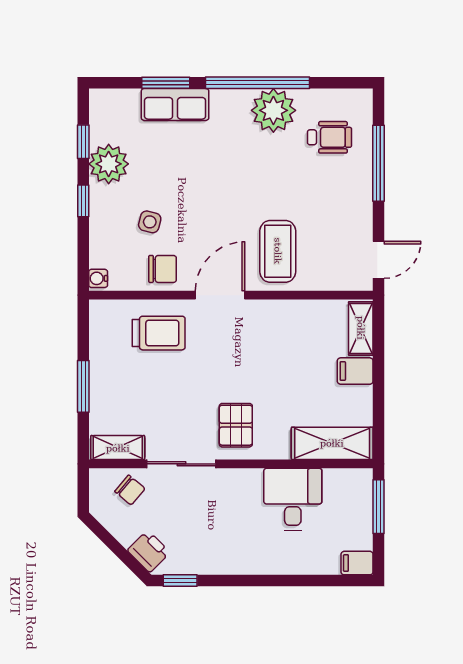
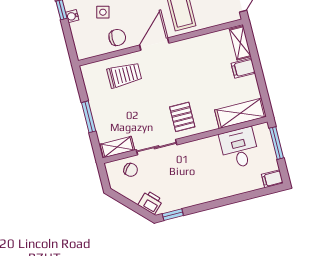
water cooler: (98, 278) -> (72, 16), moved
desk: (293, 499) -> (239, 148), moved

